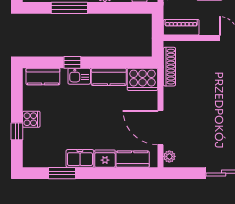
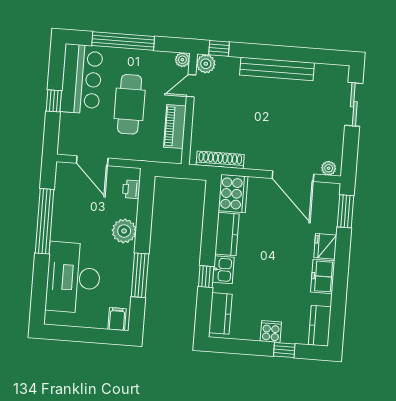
piano: (181, 27) -> (175, 127), moved
door: (161, 128) -> (293, 176), hinge flipped
kitchen counter: (133, 159) -> (320, 326), moved
window: (62, 173) -> (346, 211), moved

